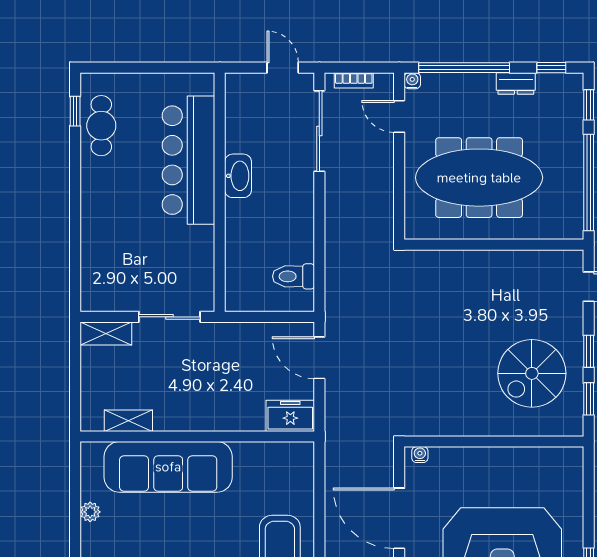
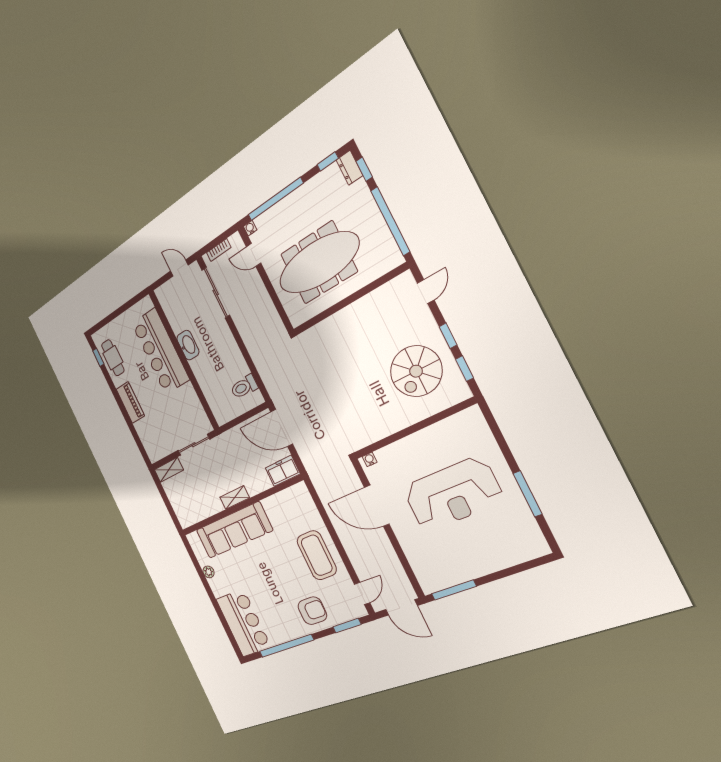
dresser: (516, 83) -> (349, 168), moved, turned 90
piano: (94, 205) -> (130, 402), added
door: (319, 358) -> (282, 428), width x1.36
shelving: (128, 421) -> (235, 497), moved

